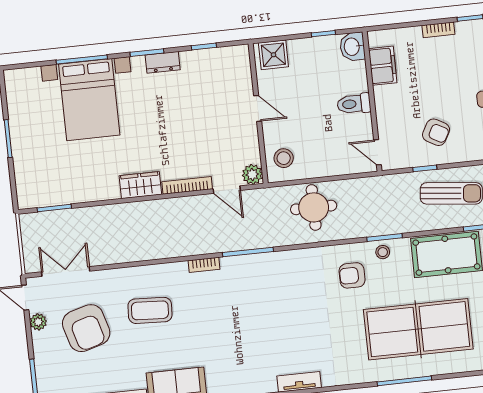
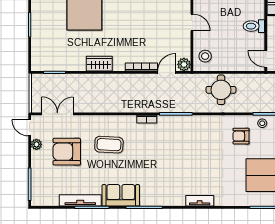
wardrobe: (140, 185) -> (99, 64), moved
door: (227, 190) -> (167, 72), swing flipped
armchair: (86, 328) -> (67, 152), turned 106

